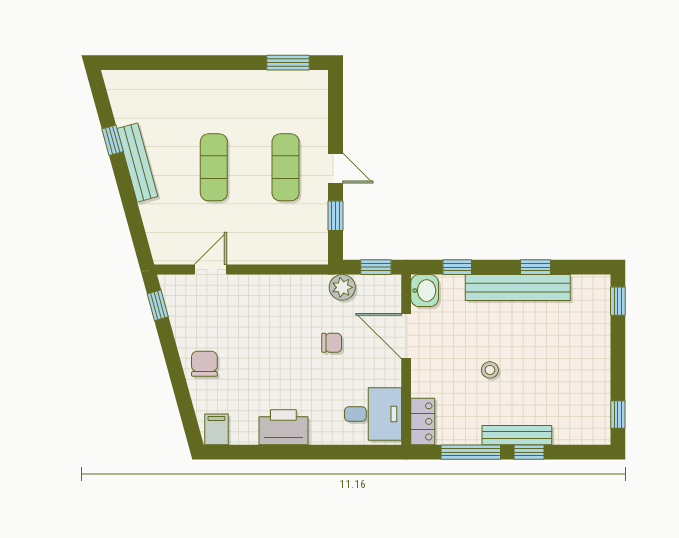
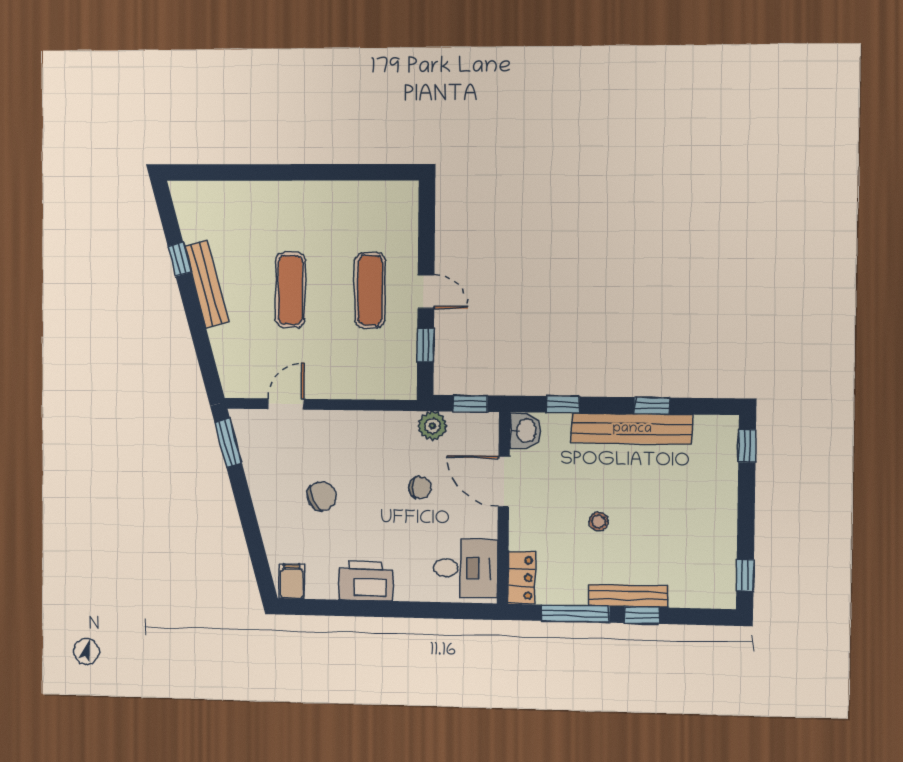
window: (288, 63) -> (374, 172), removed
window: (158, 305) -> (228, 443), width x1.50
chair: (204, 364) -> (322, 496), moved, turned 65

